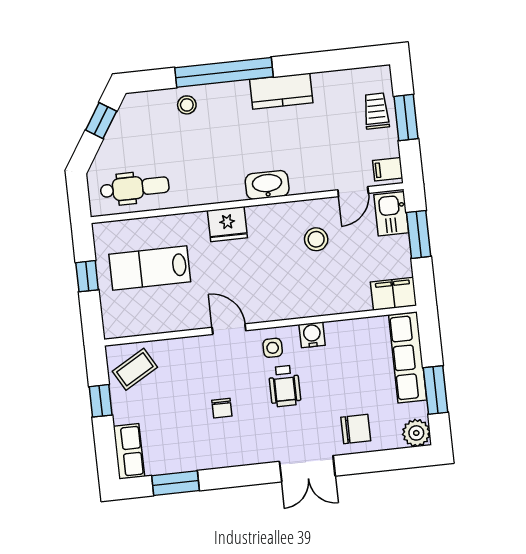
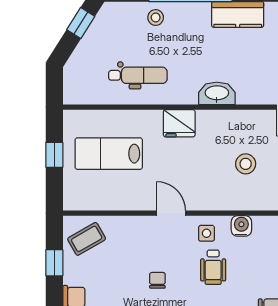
dental chair: (135, 188) -> (138, 75), moved
stool: (316, 239) -> (246, 164), moved
chair: (222, 408) -> (157, 280), turned 180

